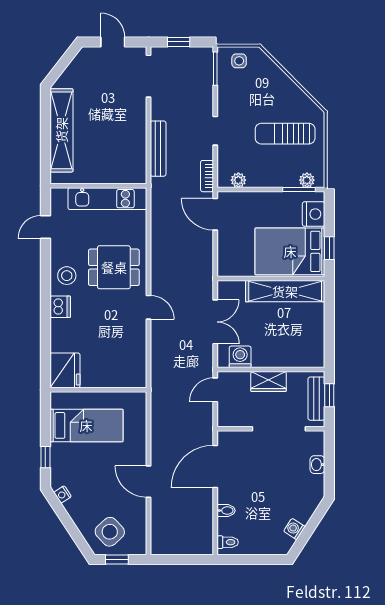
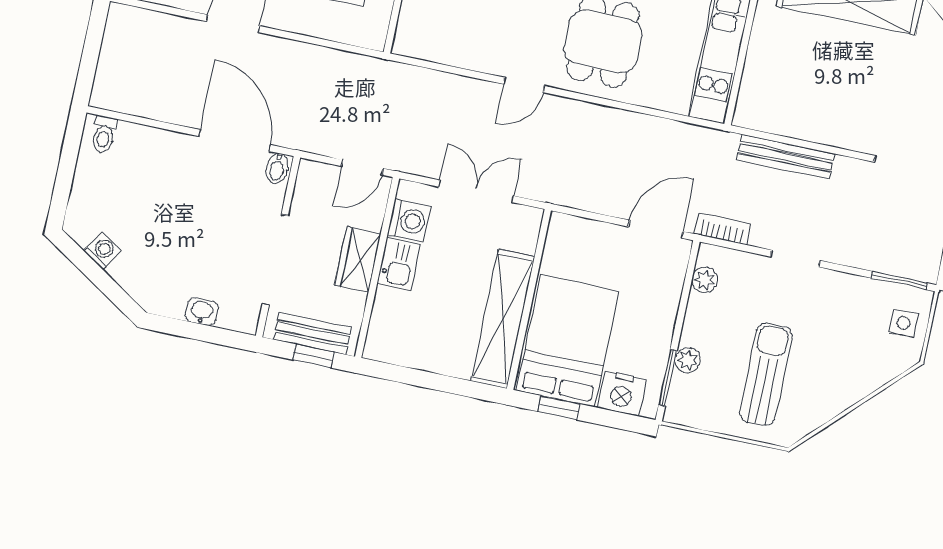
plant: (307, 180) -> (688, 360), moved
double door: (215, 322) -> (476, 191), swing flipped
kitchen sink: (266, 357) -> (399, 264), added
door: (215, 390) -> (362, 167), swing flipped
bidet: (226, 511) -> (277, 168), moved

